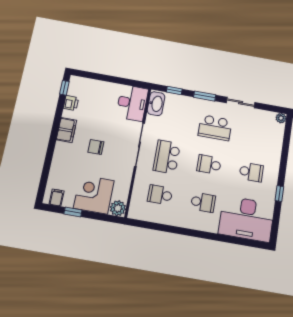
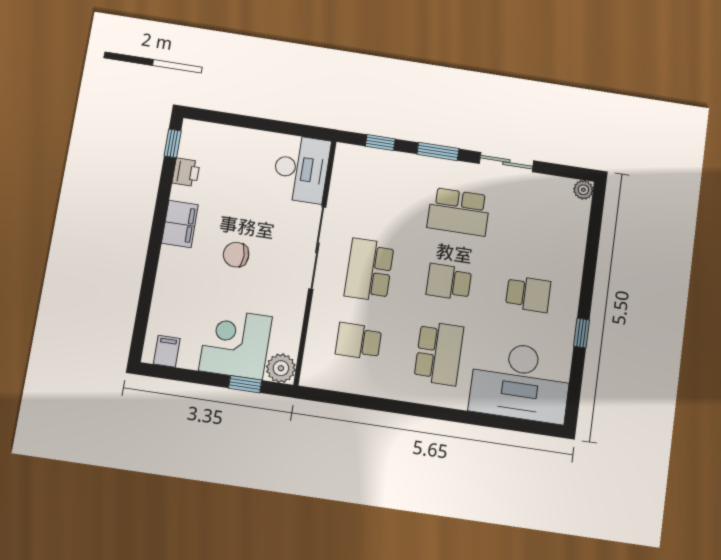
washbasin: (156, 104) -> (346, 169), removed
school desk: (203, 202) -> (439, 353), width x1.85
window: (73, 212) -> (245, 384), moved

